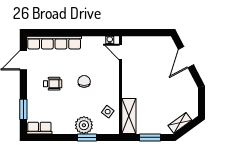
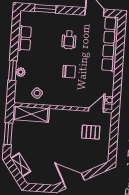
pallet: (143, 56) -> (91, 132), added
door: (186, 57) -> (74, 181), moved
plant: (84, 125) -> (21, 72), width x0.53, depth x0.53
row of seats: (39, 128) -> (24, 38), moved

